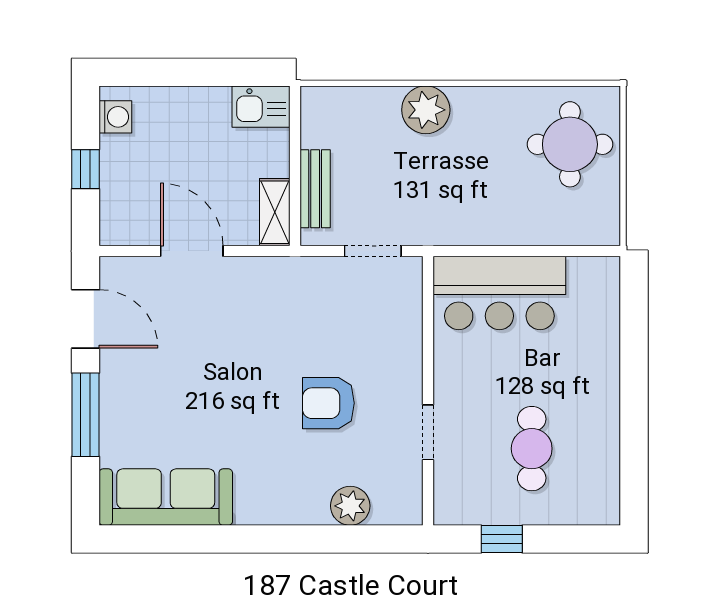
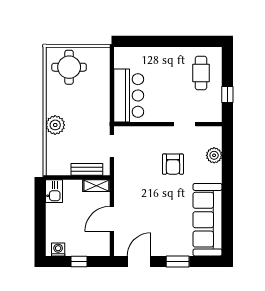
window: (85, 415) -> (178, 262), width x0.69
cafe table: (532, 449) -> (201, 73), moved, turned 90
sofa: (166, 497) -> (208, 220), width x1.36, depth x1.27

